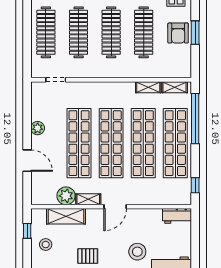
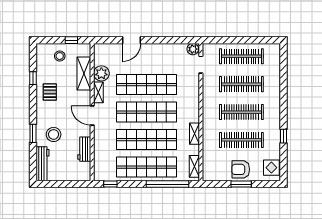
shelving: (148, 87) -> (194, 134), moved
plant: (38, 128) -> (193, 49), moved
workbench: (177, 216) -> (84, 149), moved

